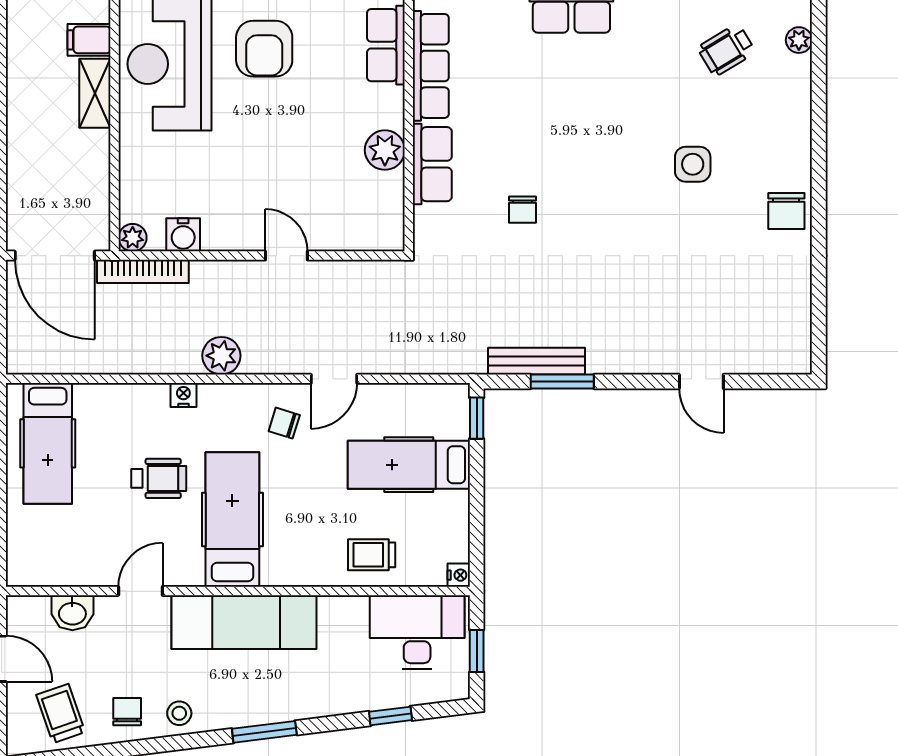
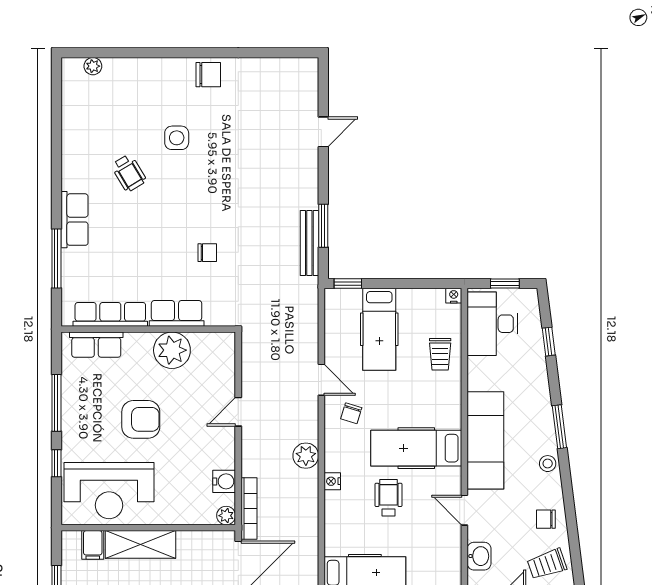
armchair: (264, 49) -> (141, 419), moved
wheelchair: (727, 50) -> (129, 173), moved
shelving: (95, 93) -> (140, 544), width x1.50, depth x1.33
plant: (385, 150) -> (172, 350), width x1.36, depth x1.36
stool: (179, 713) -> (548, 464), moved

